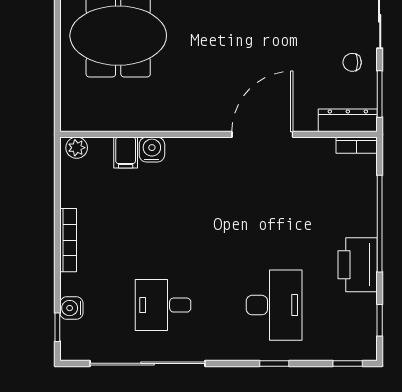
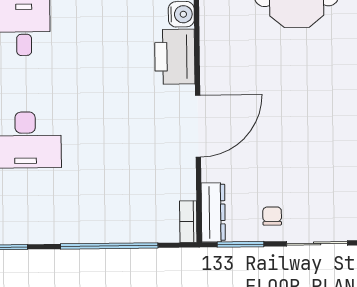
door: (262, 134) -> (198, 126), hinge flipped
printer: (358, 265) -> (175, 57), moved, turned -90

